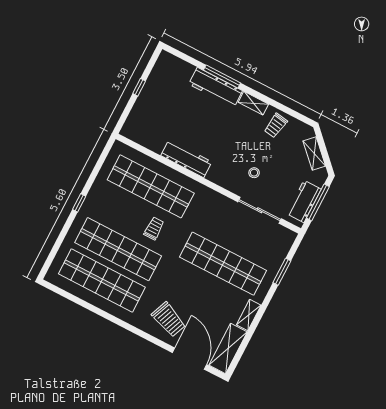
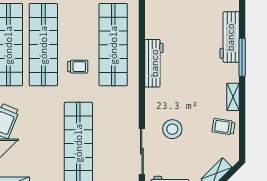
workbench: (216, 87) -> (230, 37), moved
stool: (254, 173) -> (172, 129), width x1.89, depth x1.89

